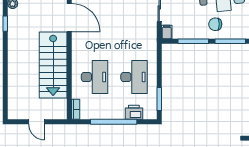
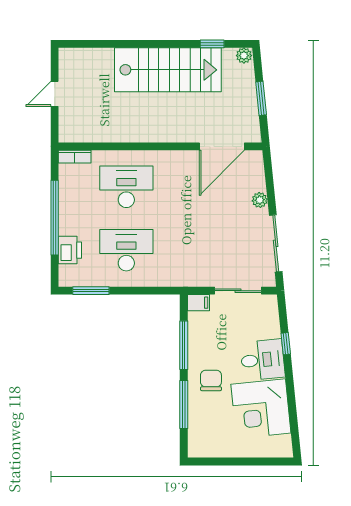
stairs: (53, 65) -> (168, 70), moved, turned 180
desk: (94, 77) -> (126, 187), turned 180
desk: (134, 77) -> (126, 250), turned 180

